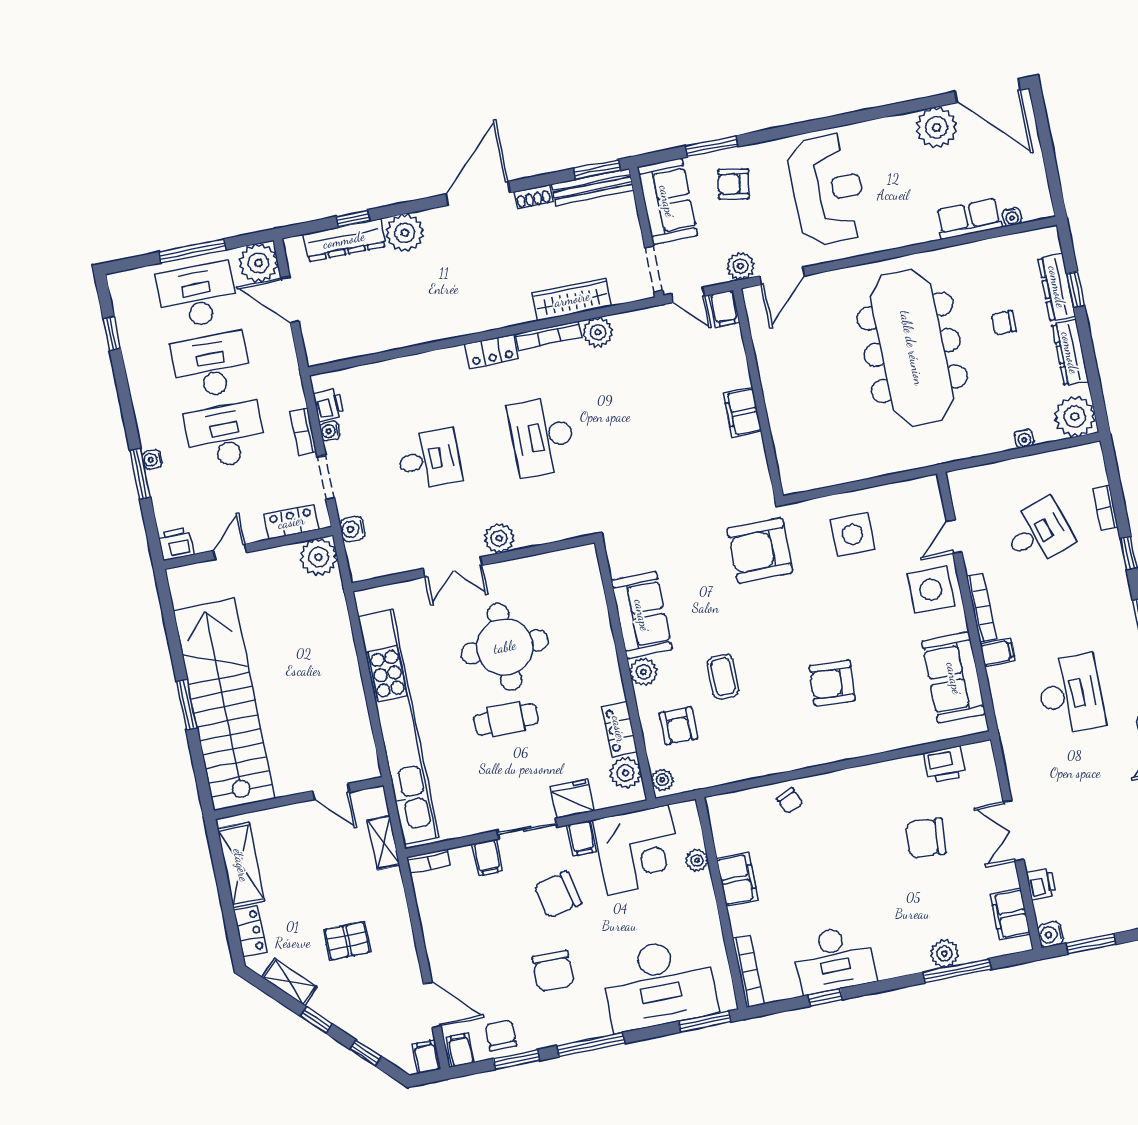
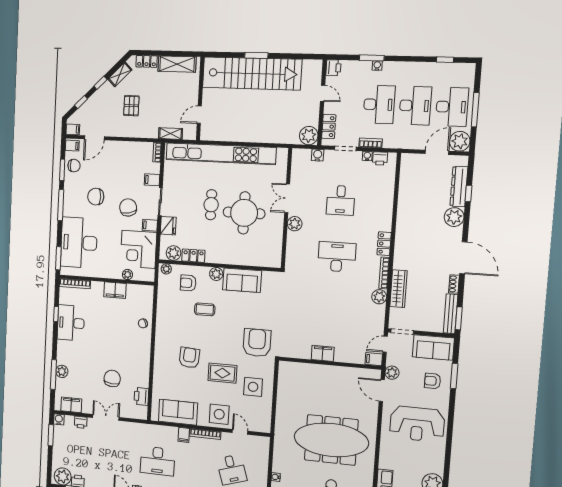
armchair: (733, 184) -> (433, 381), turned -100
rug: (843, 605) -> (222, 373), added

